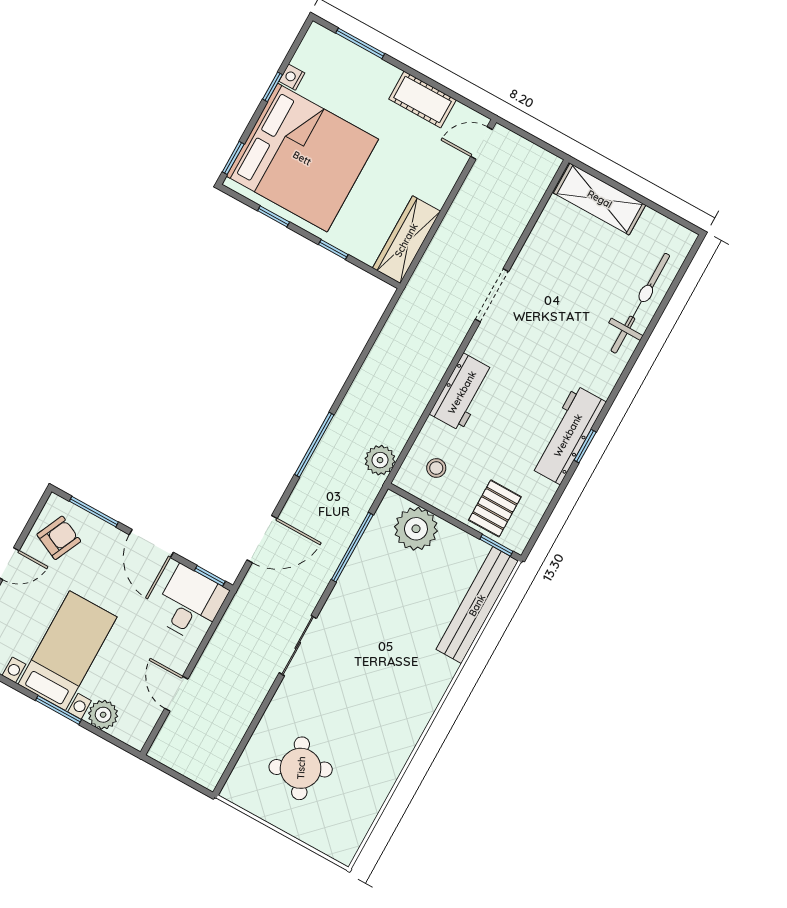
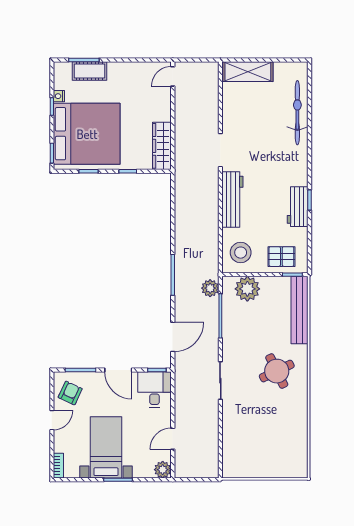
cot: (422, 100) -> (89, 71), moved
workbench: (462, 392) -> (232, 200), width x1.38
workbench: (568, 435) -> (298, 207), width x0.73
plant: (380, 460) -> (210, 288), moved
stool: (436, 468) -> (241, 253), width x1.89, depth x1.89
pallet: (495, 508) -> (281, 257), turned 90
door: (176, 694) -> (173, 439), hinge flipped
plant: (103, 715) -> (163, 470), moved
round table: (301, 768) -> (277, 371), moved

